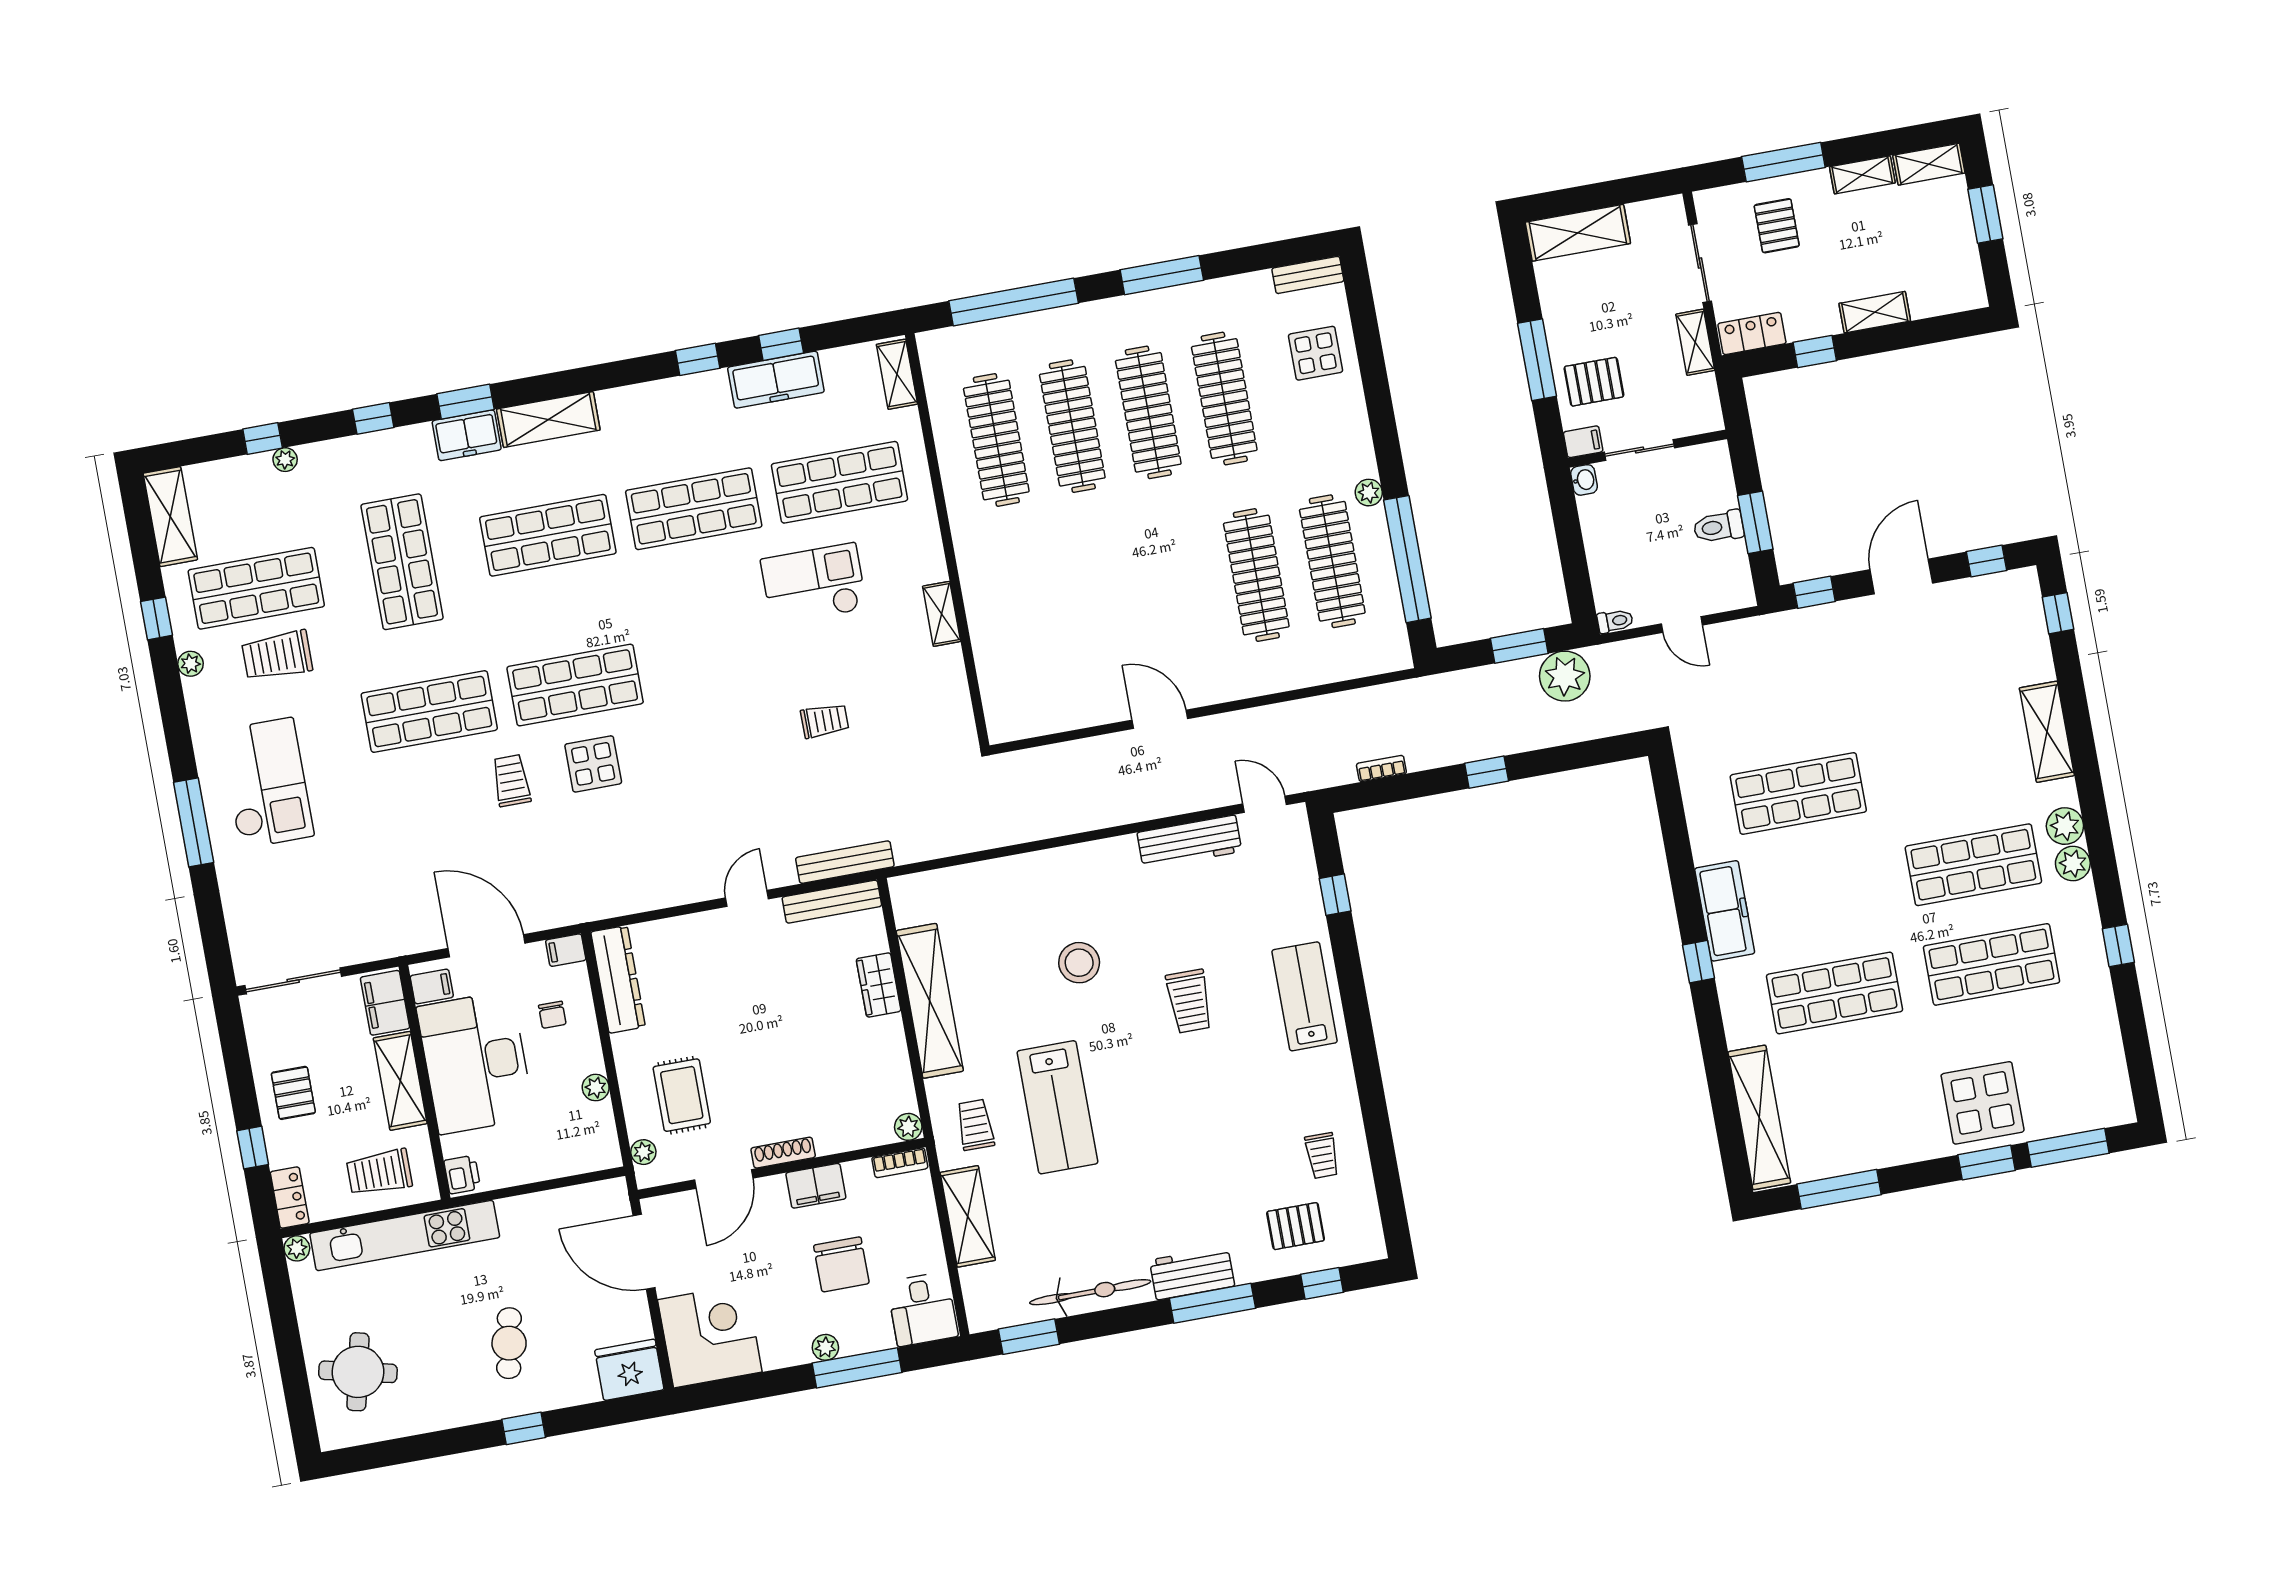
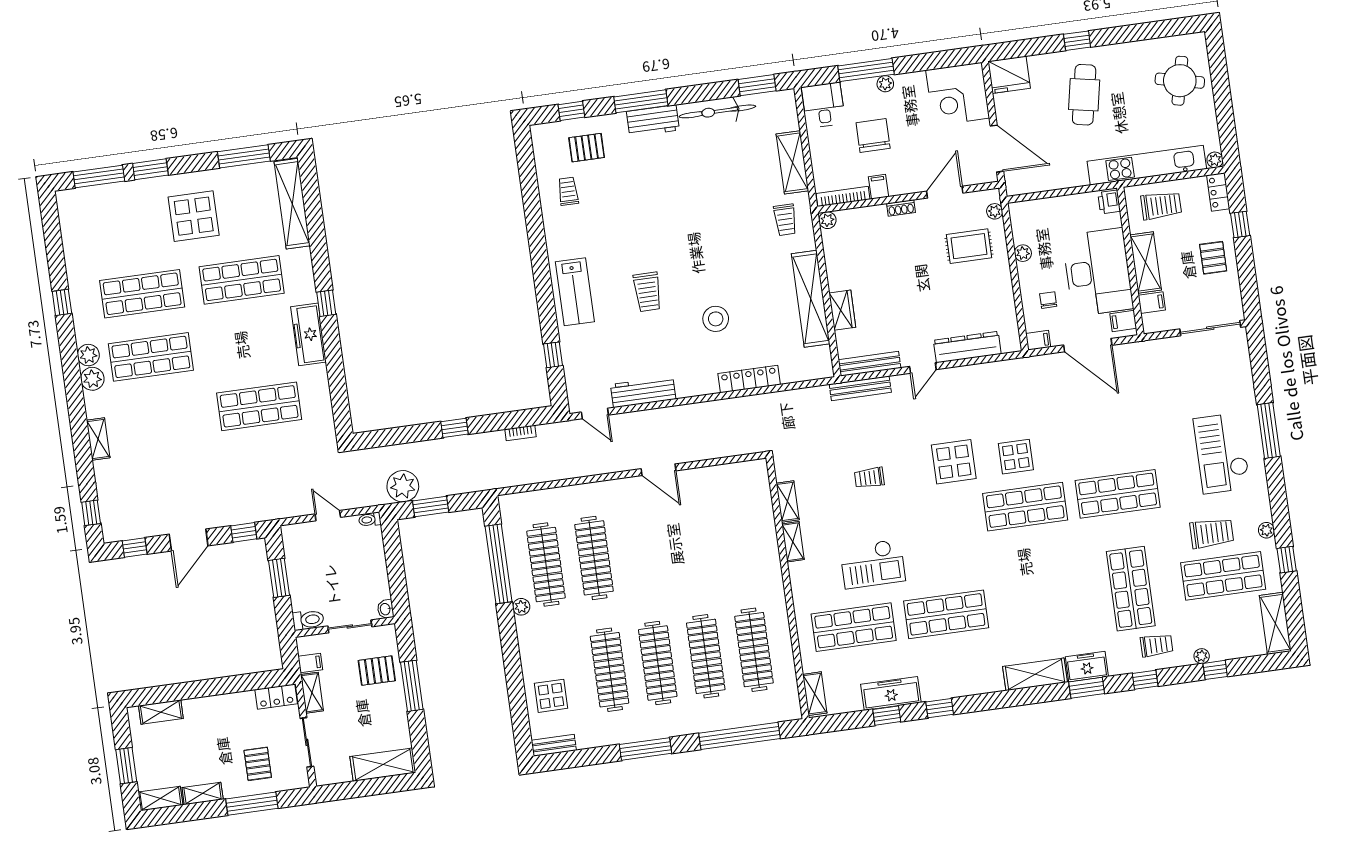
shelving: (1875, 312) -> (161, 712), moved
window: (1815, 352) -> (237, 684), removed
filing cabinet: (1583, 442) -> (310, 663), moved, turned 180
toilet: (1719, 527) -> (308, 620), moved
shop shelf: (548, 535) -> (1038, 602), removed
shelving: (953, 677) -> (788, 501), added
shelving: (2047, 732) -> (98, 439), width x0.67, depth x0.75
display table: (692, 752) -> (954, 462), added
trolley: (511, 781) -> (1157, 645), moved, turned -90
locker: (1022, 869) -> (749, 379), added
dresser: (618, 979) -> (967, 347), moved, turned 90
trolley: (1189, 1001) -> (647, 292), turned 180
filing cabinet: (385, 1003) -> (1152, 303), width x0.50
rug: (682, 1095) -> (969, 246), turned 90
display table: (1983, 1103) -> (194, 216), moved
lab bench: (1057, 1107) -> (733, 229), removed
shoe rack: (783, 1153) -> (901, 208), width x0.70
bookcase: (900, 1163) -> (843, 197), width x1.56
filing cabinet: (816, 1186) -> (879, 187), width x0.50
cafe table: (509, 1343) -> (1084, 95), width x1.37, depth x1.35

